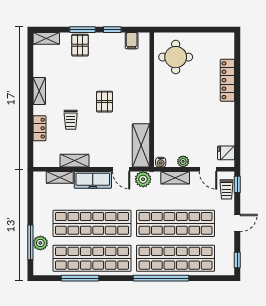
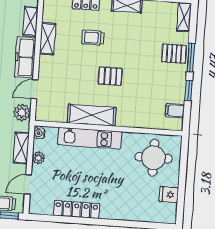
locker: (227, 80) -> (77, 209), moved
kitchen unit: (162, 116) -> (90, 138), added
shelving: (141, 145) -> (92, 115), moved
fridge: (226, 153) -> (169, 195), moved, turned -90

